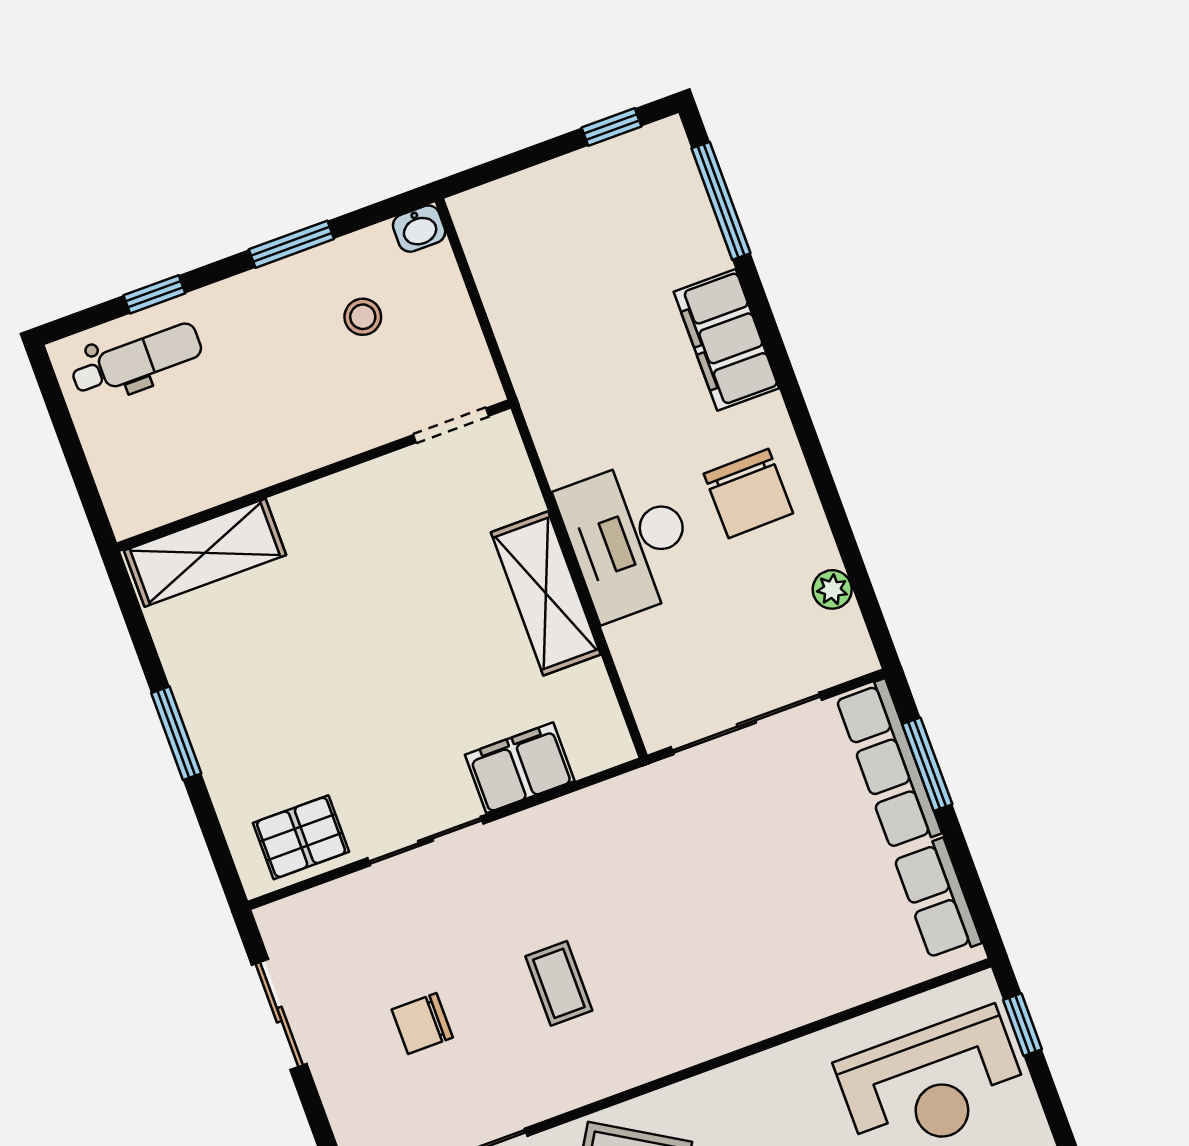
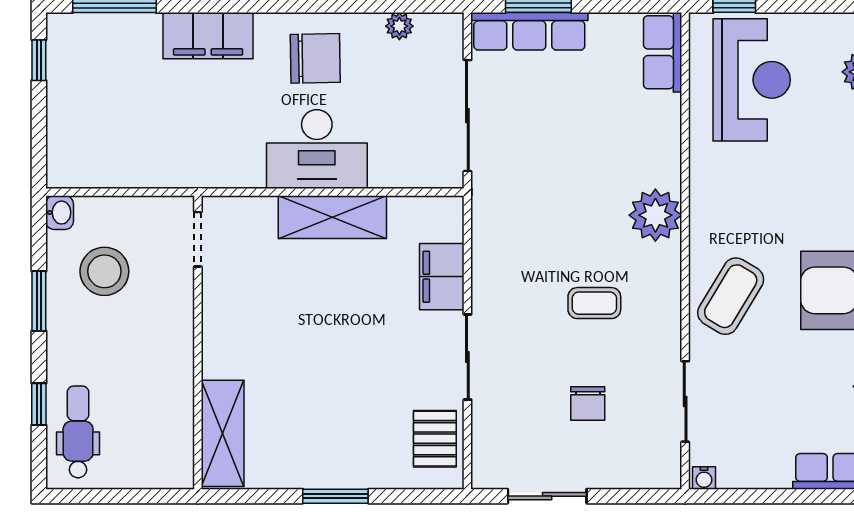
stool: (363, 317) -> (104, 271), width x1.89, depth x1.89
row of seats: (937, 899) -> (663, 52), moved, turned 90
plant: (705, 1022) -> (655, 215), added

